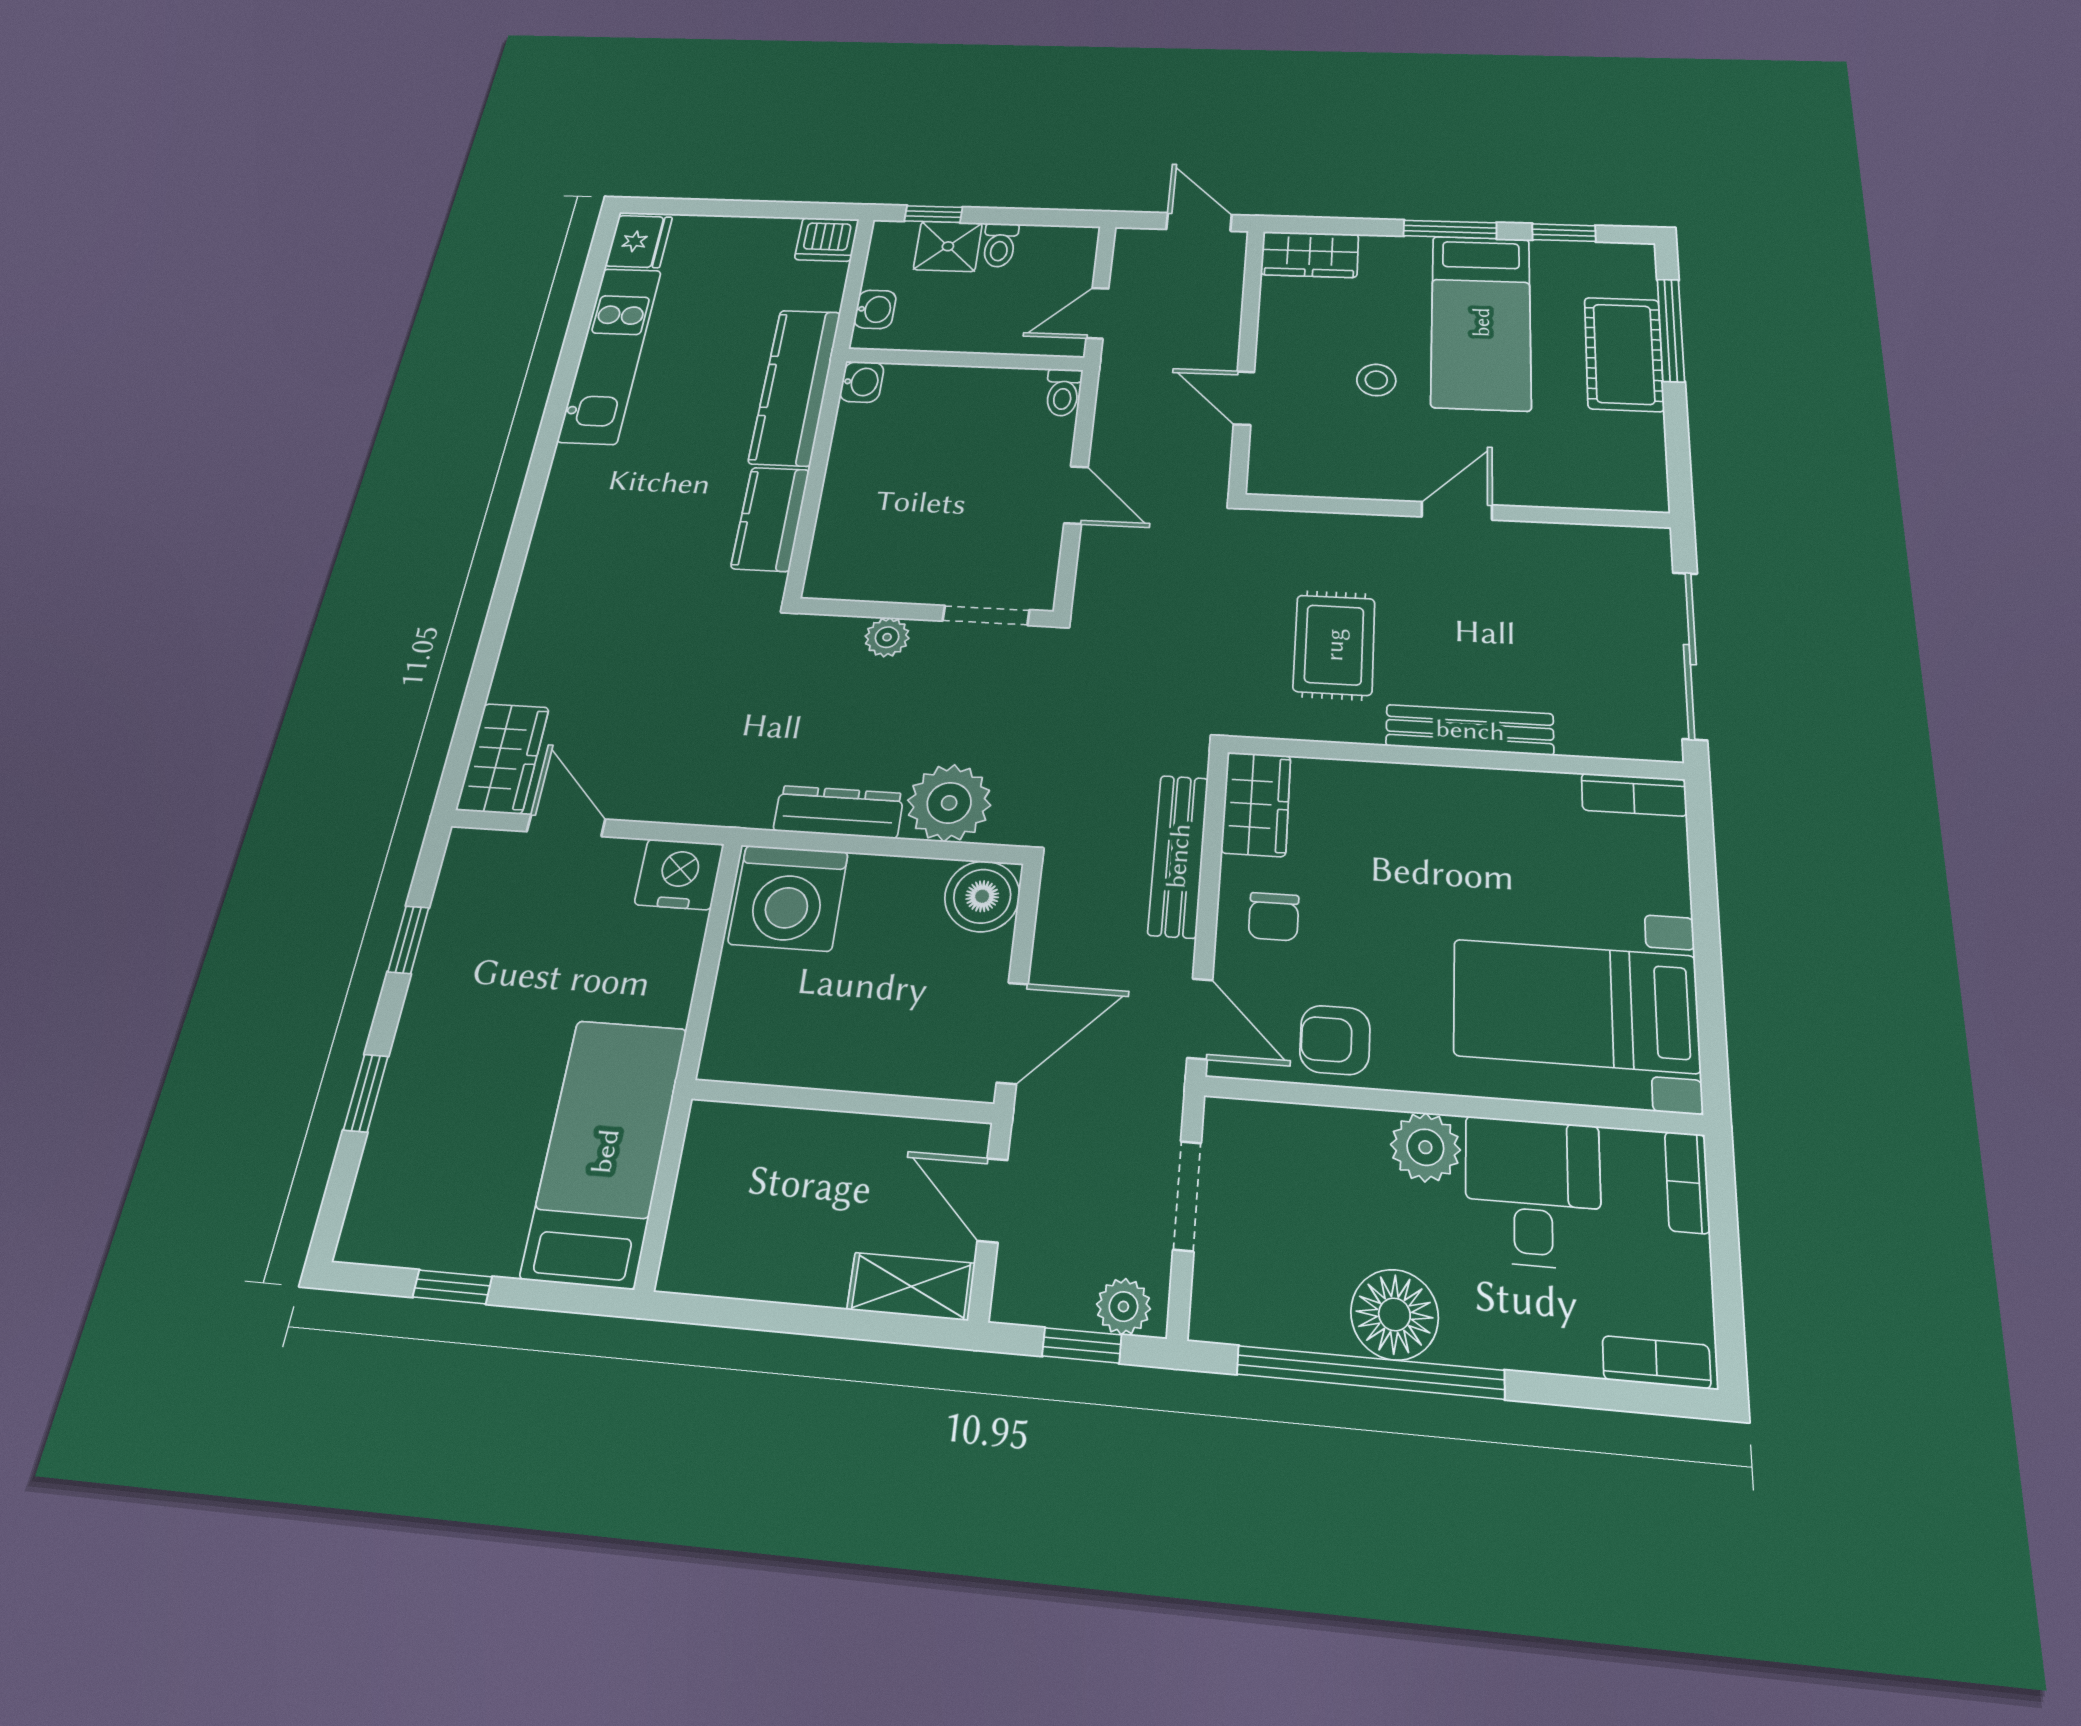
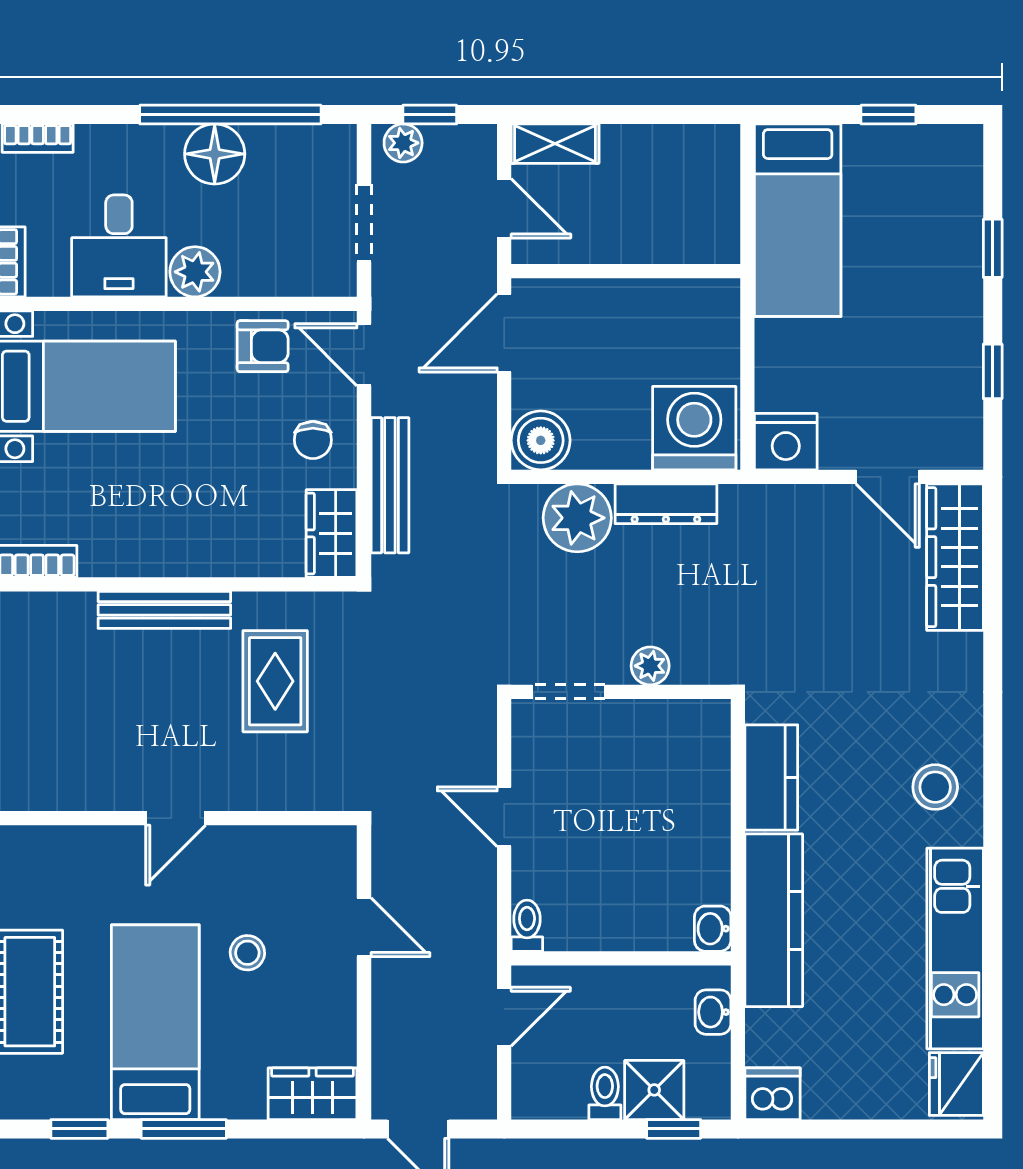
stool: (593, 501) -> (935, 787), added
wardrobe: (503, 758) -> (955, 557), width x1.50
chair: (1274, 917) -> (313, 440), turned 180

